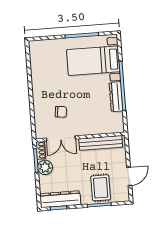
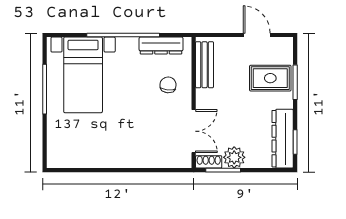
dresser: (116, 97) -> (161, 46), moved
chair: (61, 112) -> (168, 85), moved
bench: (101, 143) -> (205, 65), width x0.73

